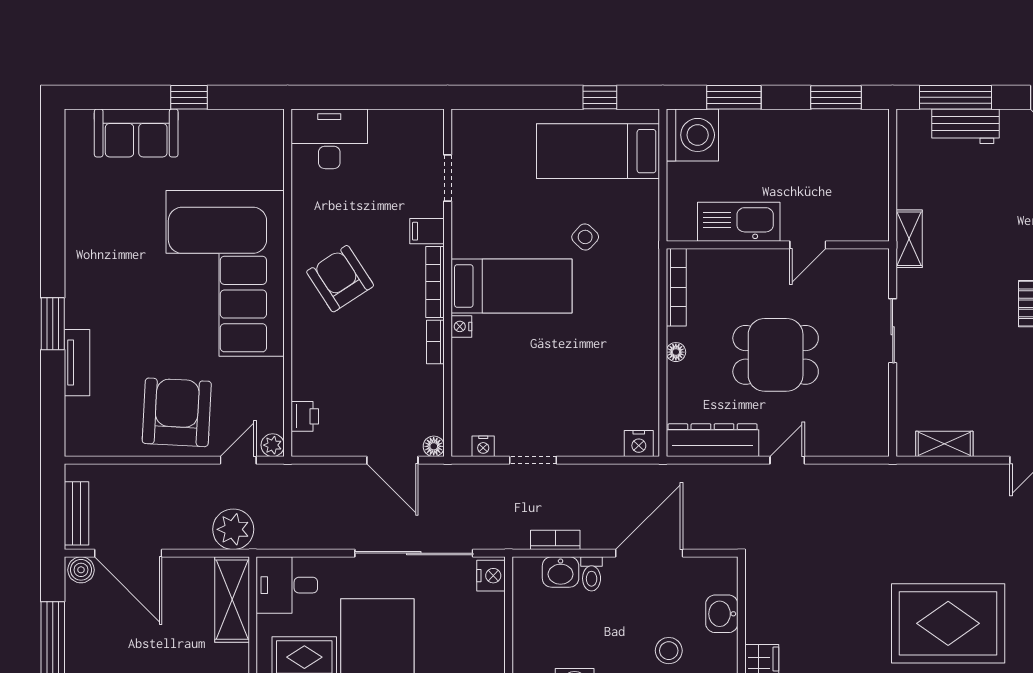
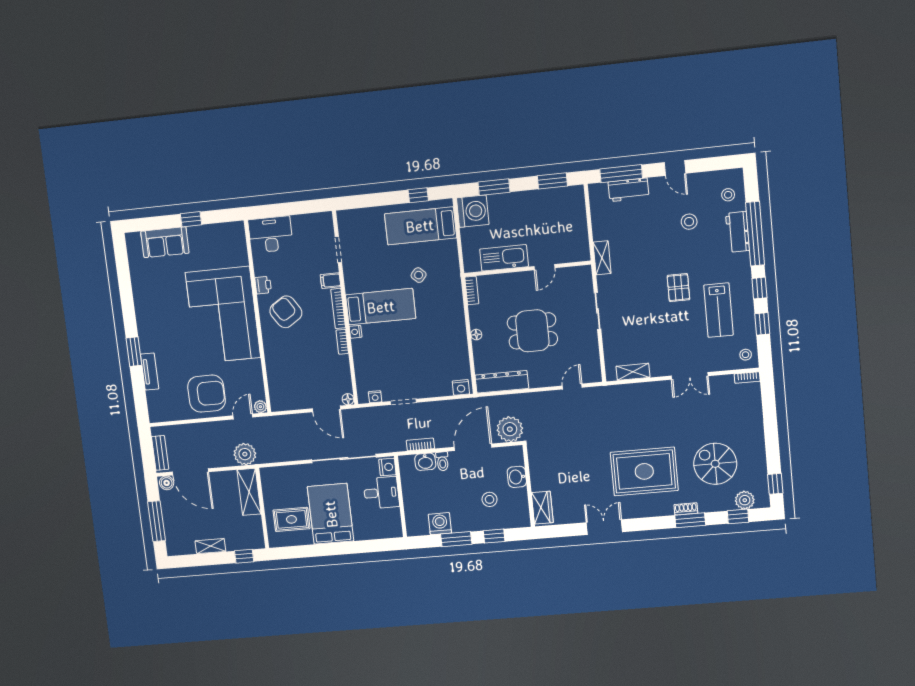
bookcase: (676, 287) -> (472, 290), width x0.64
armchair: (177, 412) -> (207, 394), turned 87
printer: (305, 416) -> (263, 285), moved
door: (787, 460) -> (572, 387), moved
plant: (718, 526) -> (510, 429), added
desk: (287, 585) -> (381, 493), moved, turned 180

